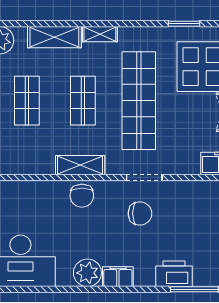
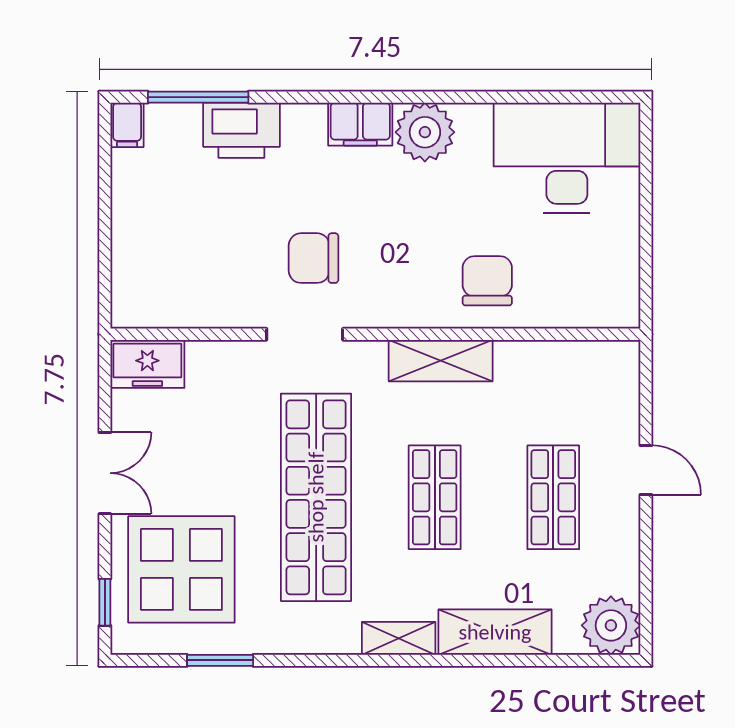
chair: (82, 196) -> (487, 281), moved

